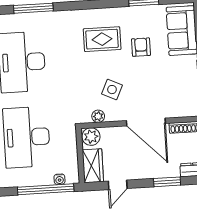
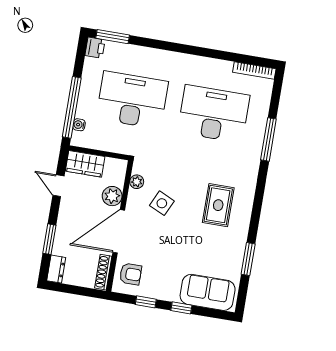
armchair: (141, 47) -> (131, 274), moved
plant: (91, 137) -> (112, 196), moved

